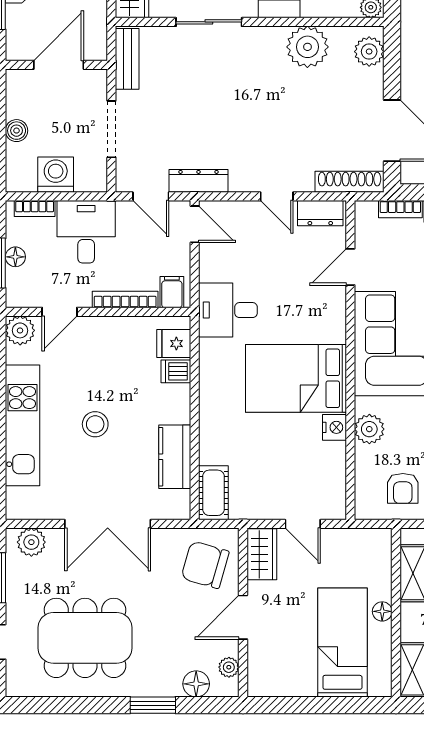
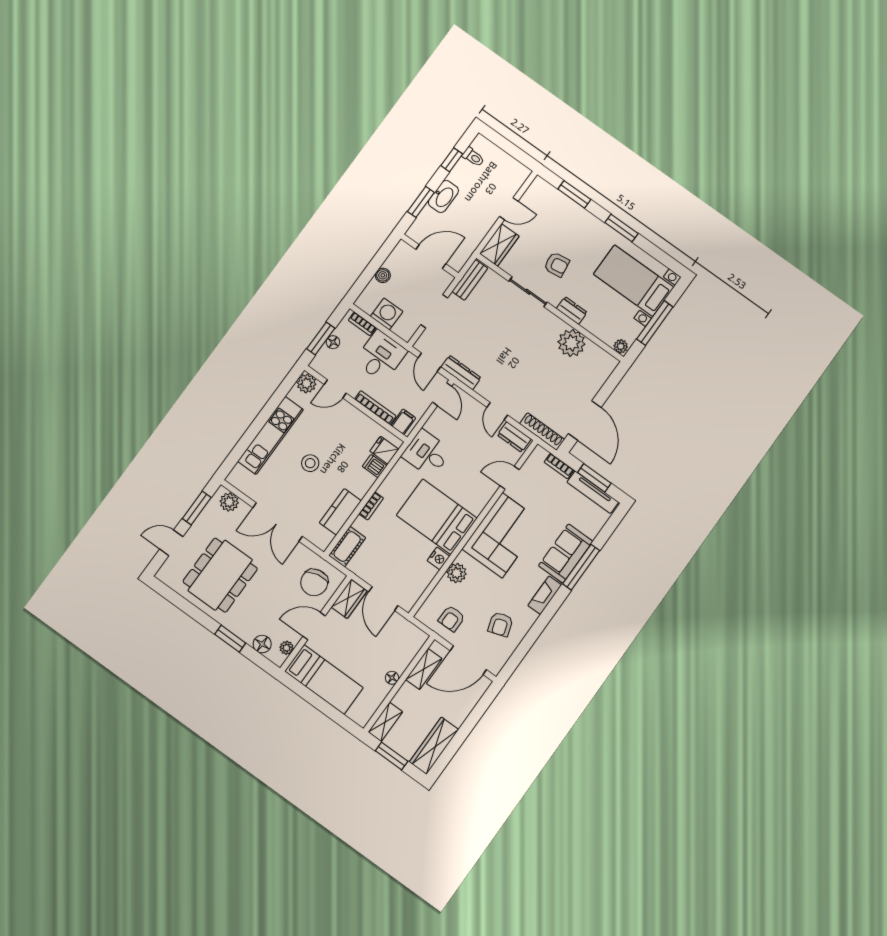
plant: (369, 52) -> (603, 369), removed
bookcase: (207, 423) -> (371, 506), added
door: (303, 524) -> (383, 599), width x1.38
chair: (205, 565) -> (314, 582), turned -117
dining table: (85, 638) -> (220, 575), turned 90
bed: (342, 642) -> (324, 679), moved, turned 90

